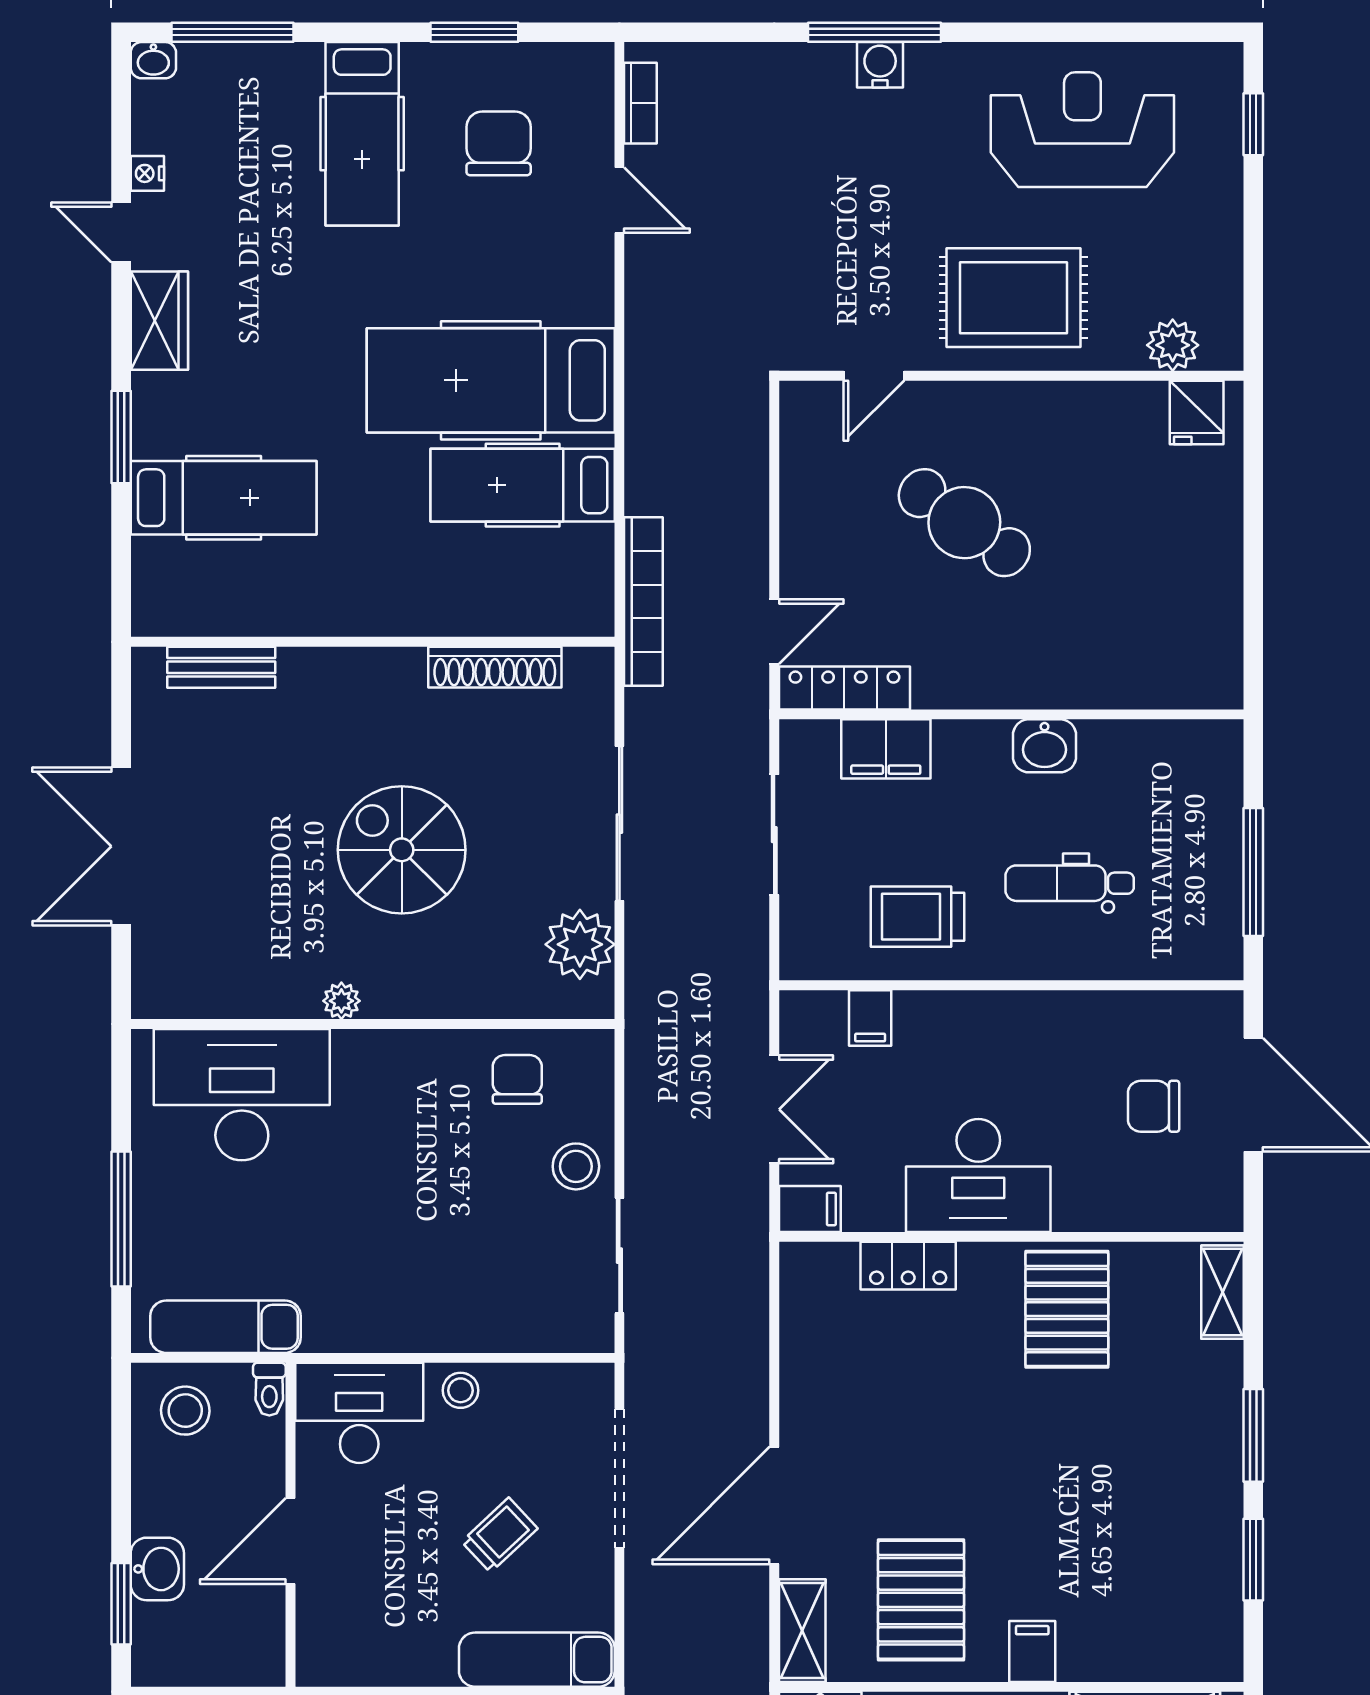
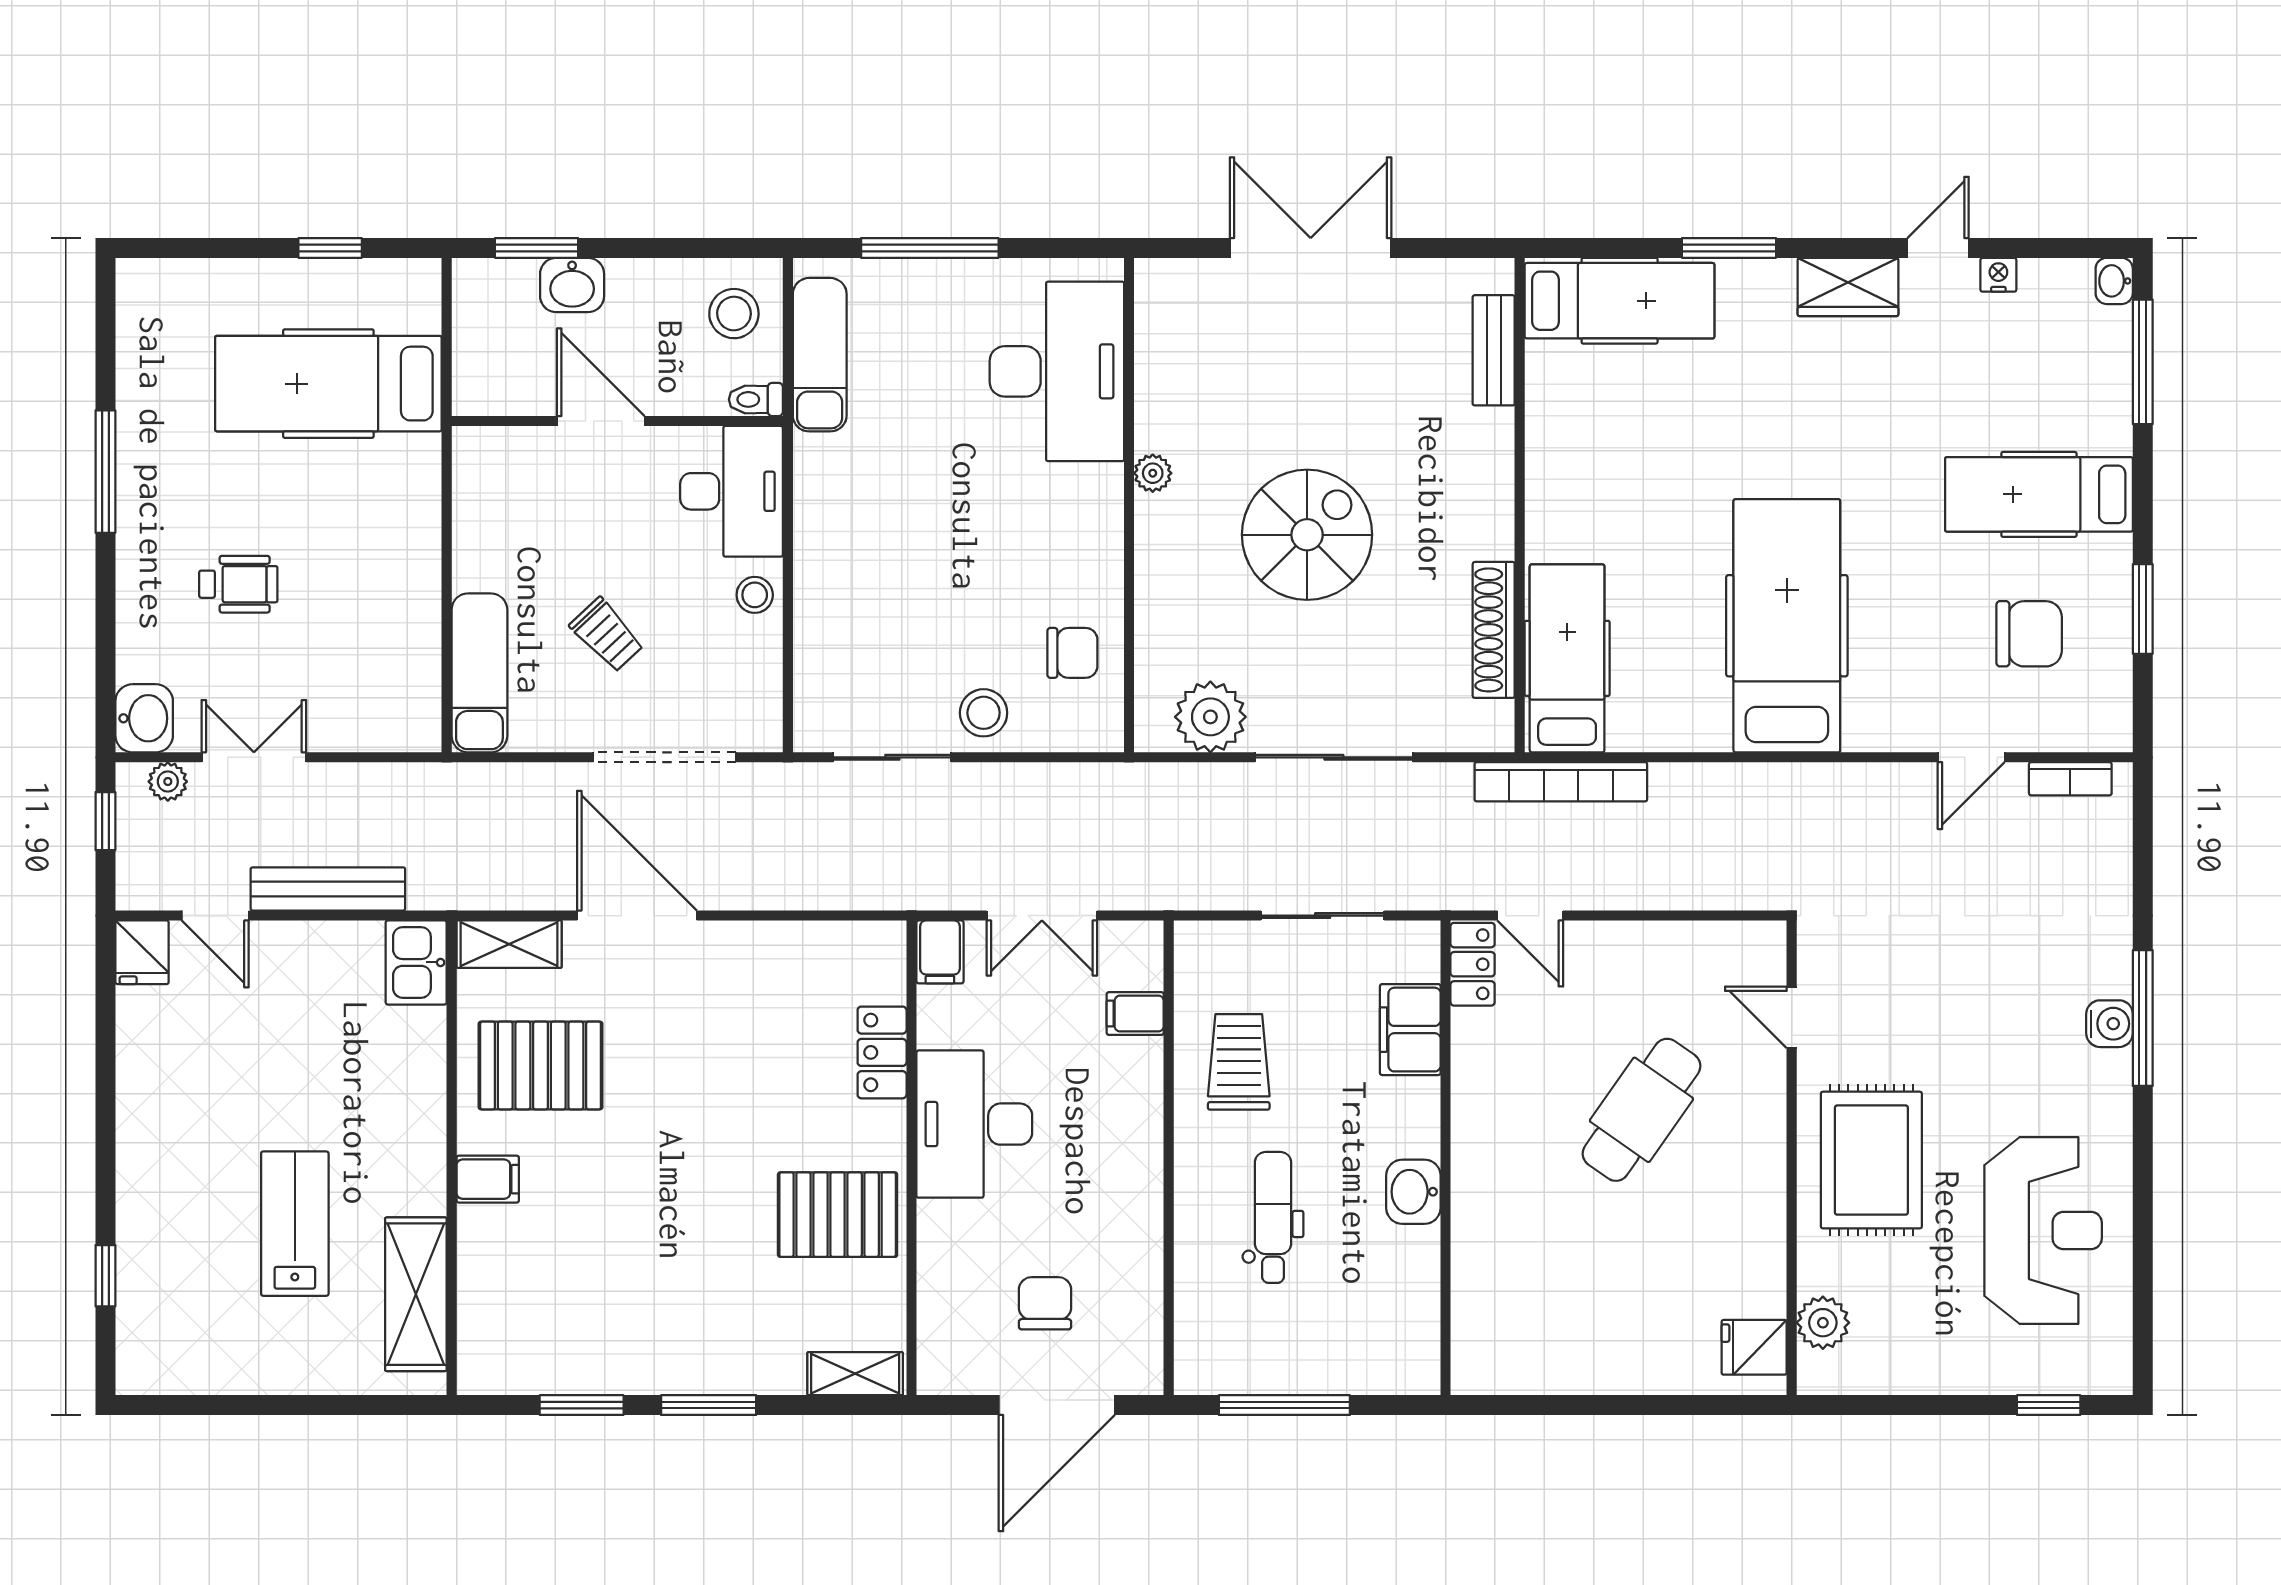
hospital bed: (523, 485) -> (1567, 658), moved
hospital bed: (224, 498) -> (1620, 301), moved, turned -90
locker: (844, 688) -> (1473, 964), width x0.66

